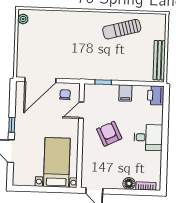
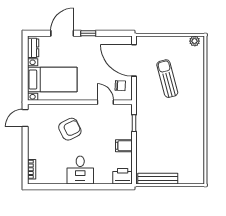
sun lounger: (122, 29) -> (167, 79), moved
armchair: (109, 134) -> (70, 129), moved
dresser: (25, 180) -> (33, 48), added
floor lamp: (129, 183) -> (34, 152), removed

